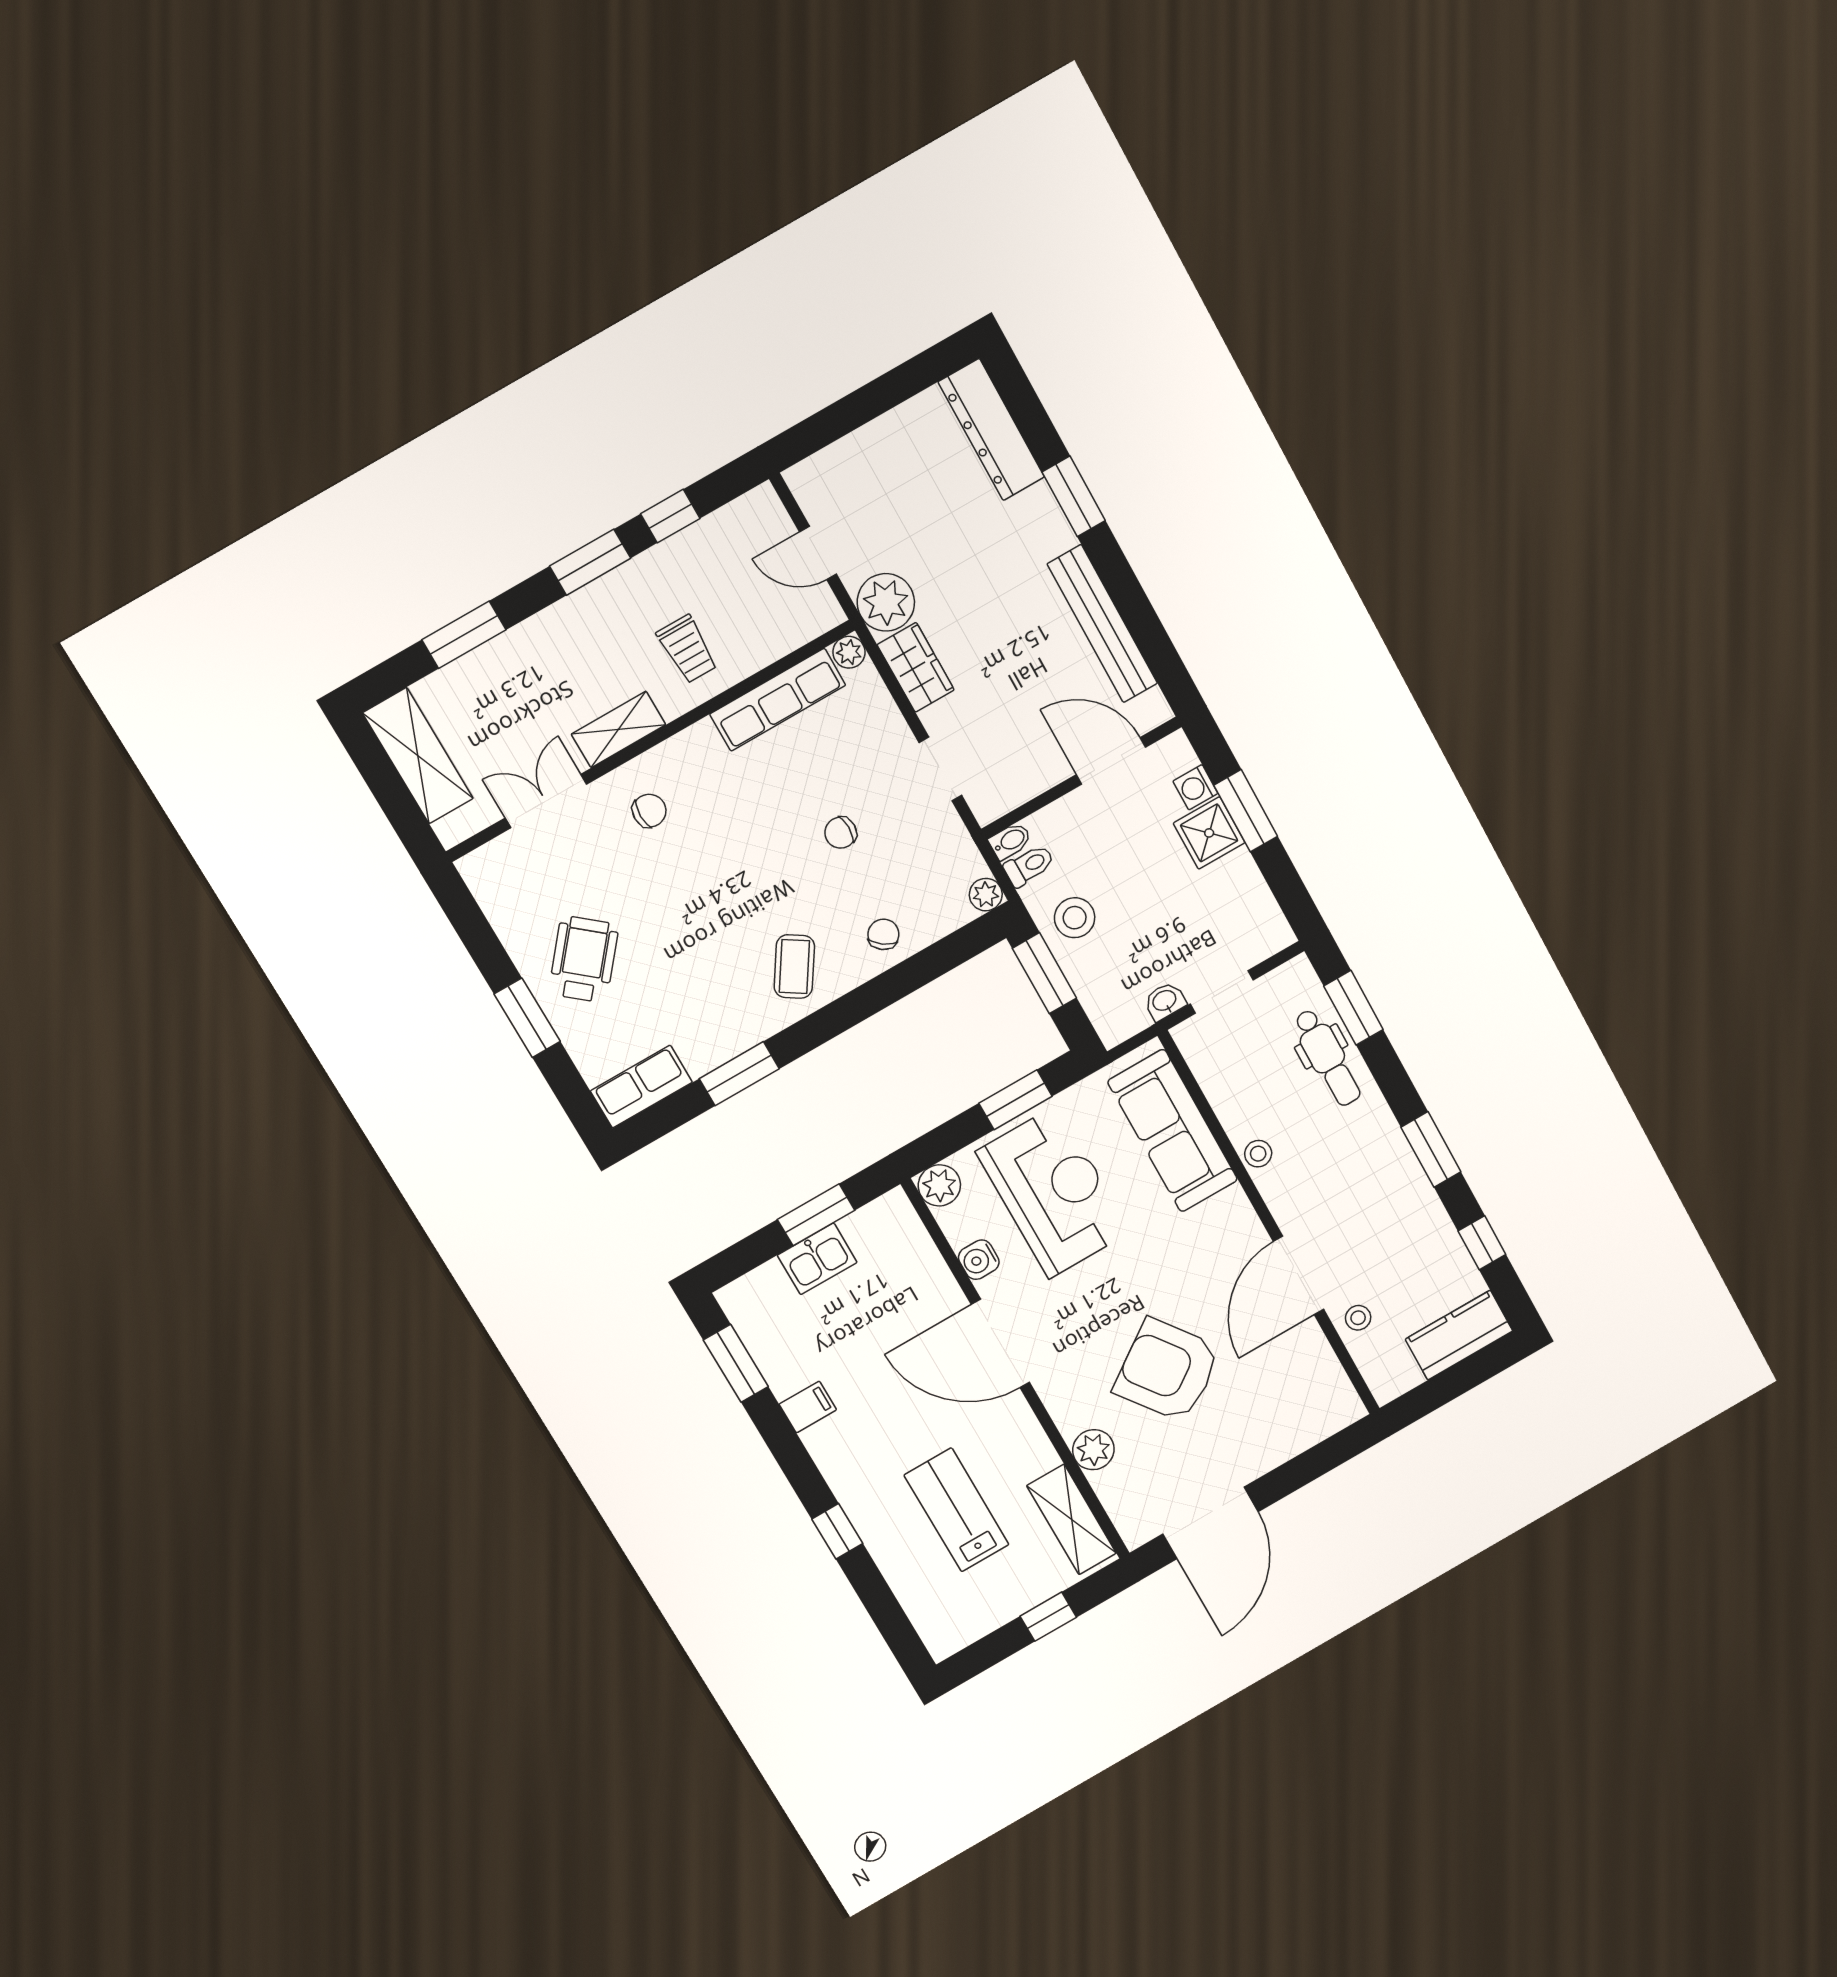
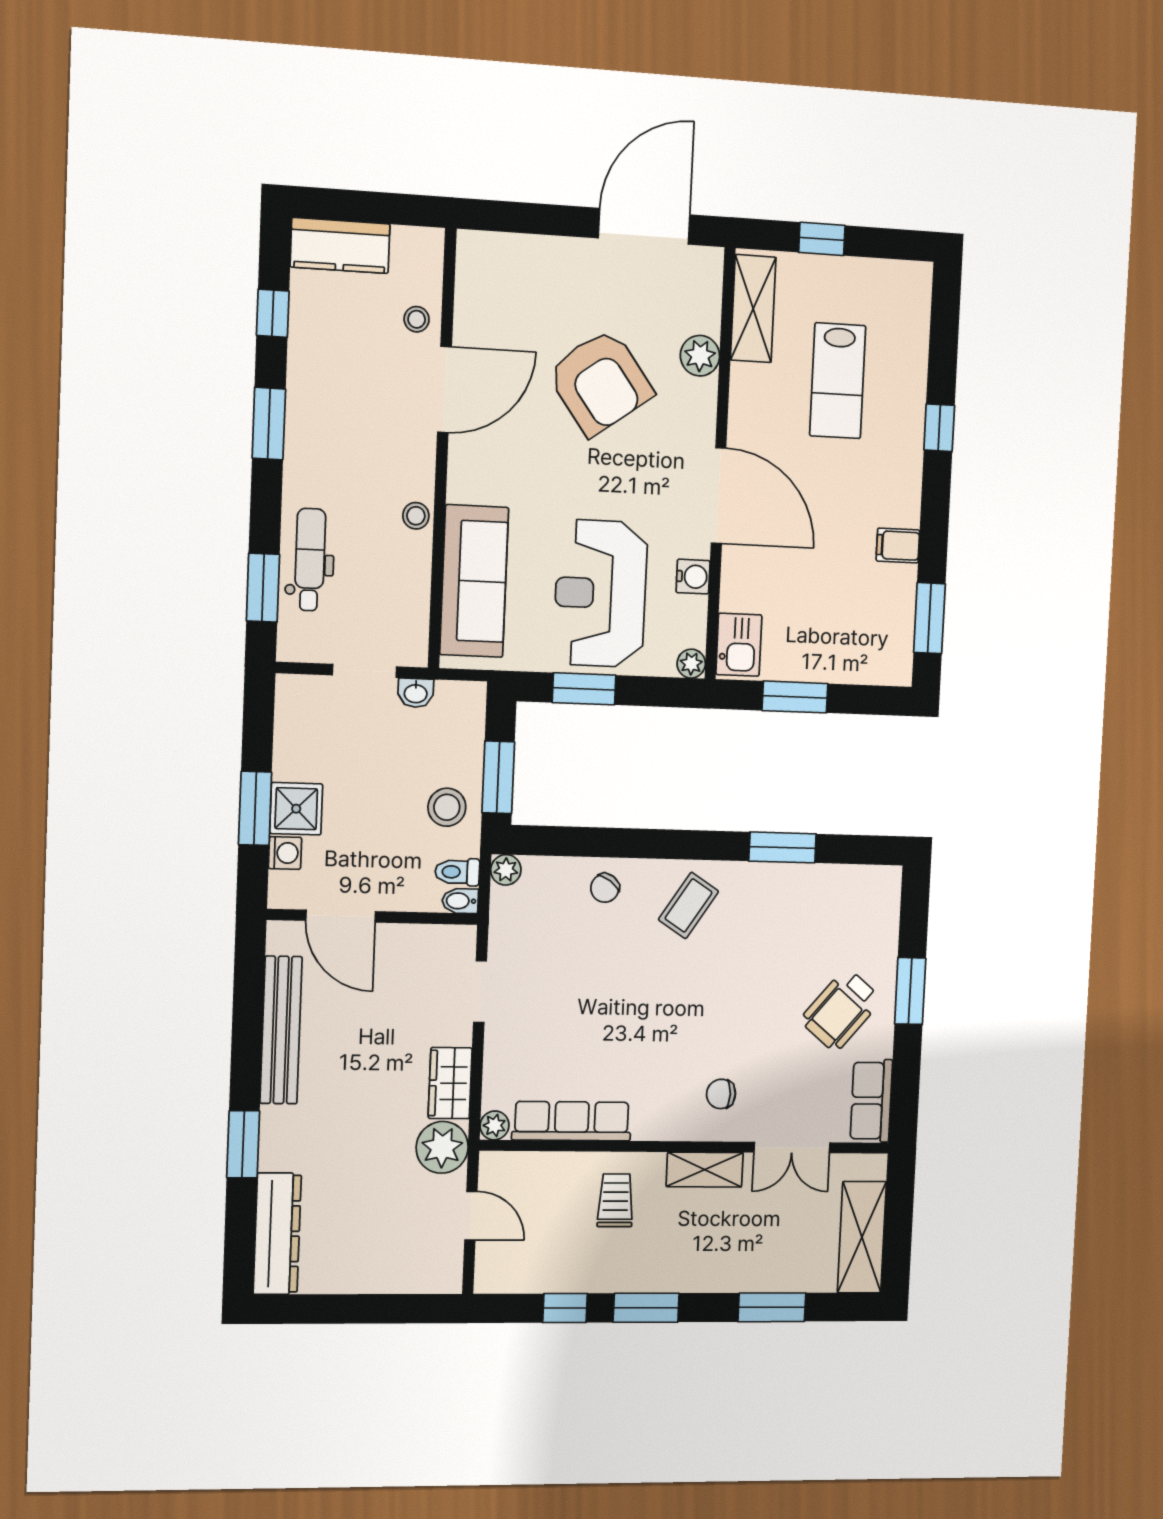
chair: (841, 833) -> (588, 989), removed
row of seats: (641, 1087) -> (871, 1101), moved, turned 90
plant: (939, 1185) -> (691, 664), width x0.73, depth x0.73
kitchen sink: (817, 1259) -> (739, 645), moved, turned 90

